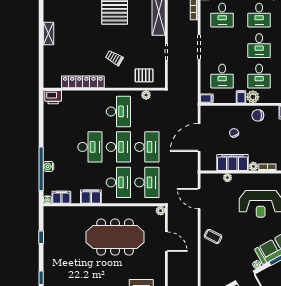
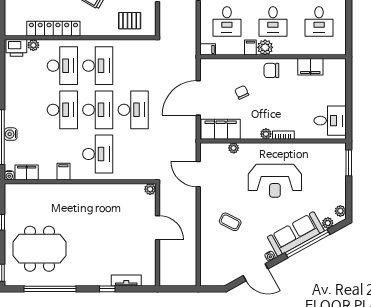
plant: (146, 95) -> (33, 45), moved
filing cabinet: (233, 163) -> (221, 129), moved
desk: (147, 182) -> (62, 66), moved
filing cabinet: (91, 197) -> (63, 172), width x0.50
coffee table: (213, 236) -> (230, 222), moved
meeting table: (115, 237) -> (39, 249), moved, width x0.73

